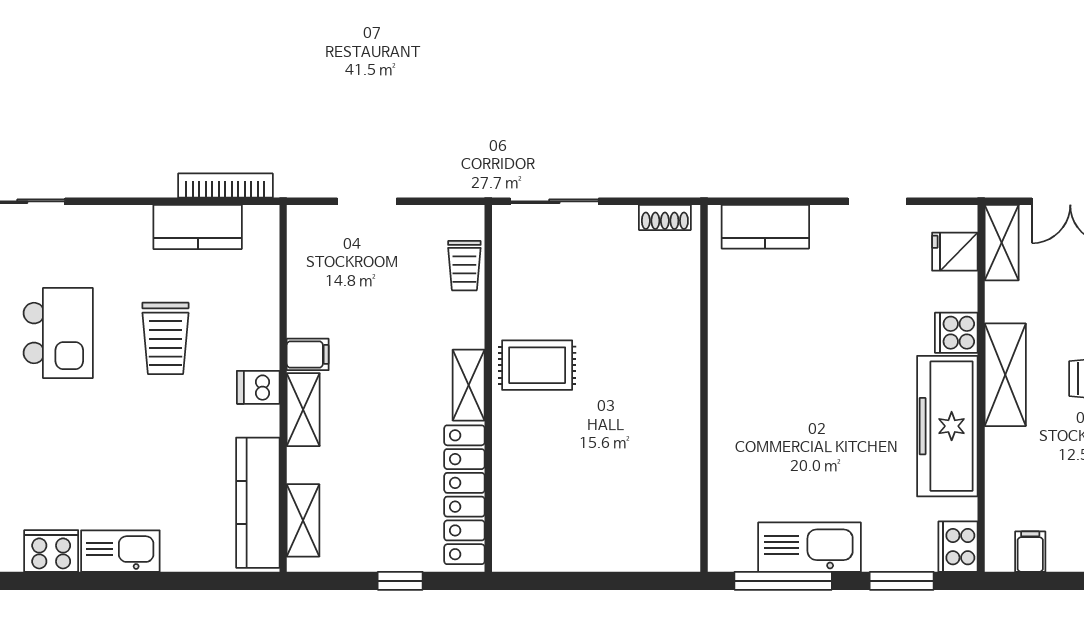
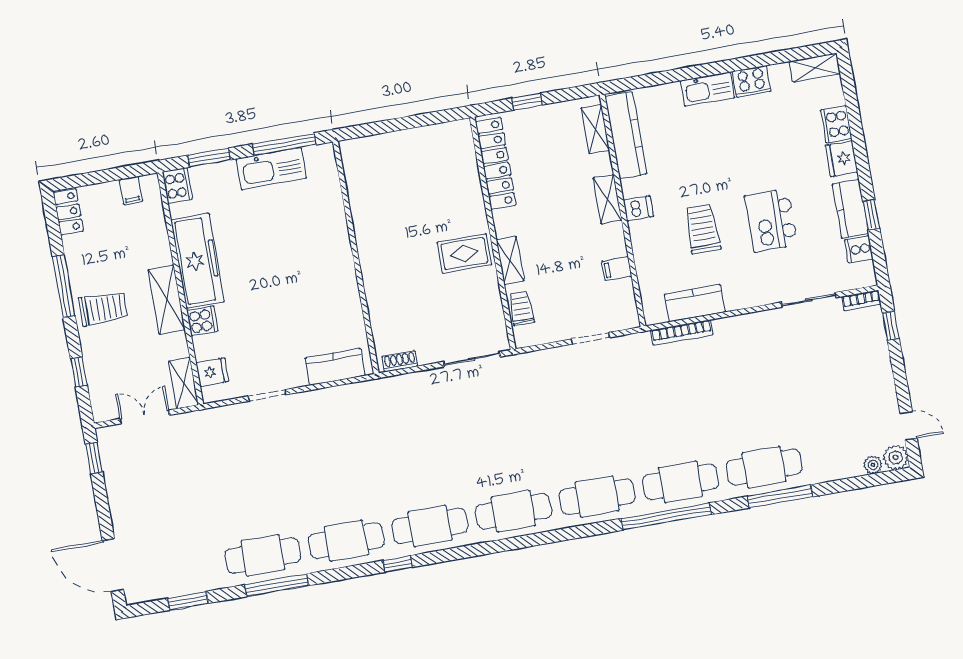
filing cabinet: (308, 354) -> (617, 269), moved
shelving: (469, 385) -> (510, 260), moved

